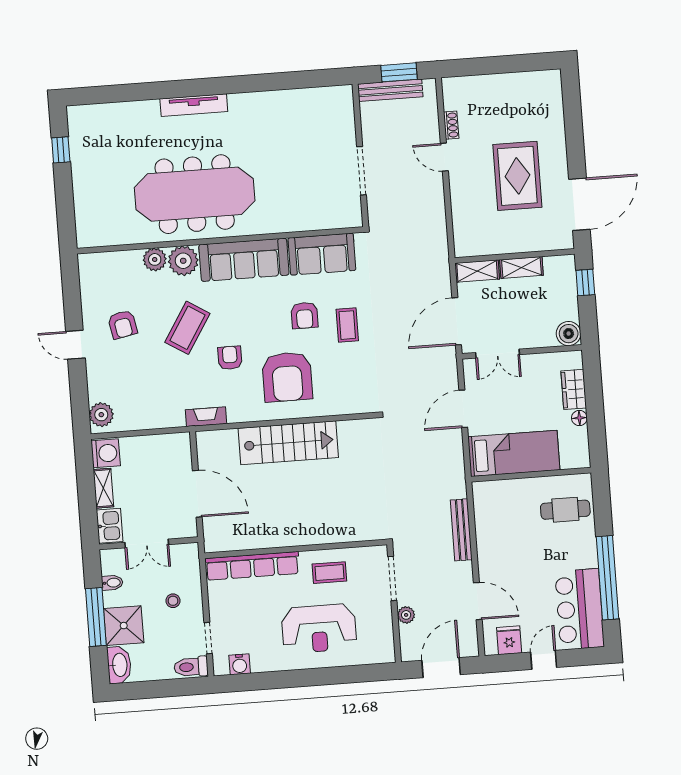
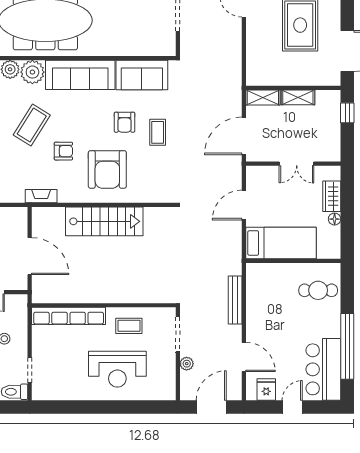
boiler: (569, 334) -> (331, 152), removed
double door: (497, 354) -> (297, 164), moved
armchair: (230, 358) -> (63, 151), turned 90
water cooler: (240, 664) -> (53, 393), removed

